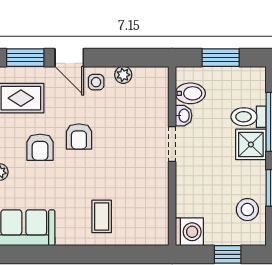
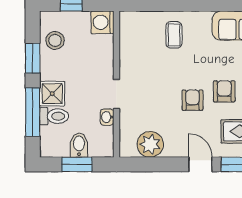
plant: (123, 75) -> (150, 144), width x1.88, depth x1.88
side table: (96, 82) -> (179, 144), removed
bidet: (190, 93) -> (79, 145), moved, turned 90

